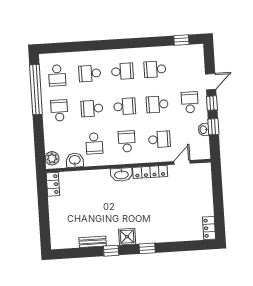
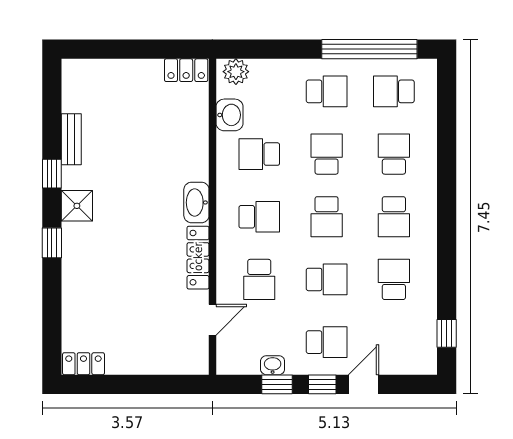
door: (211, 82) -> (363, 384), swing flipped
school desk: (157, 104) -> (327, 279), turned 90
door: (182, 162) -> (212, 320), hinge flipped

